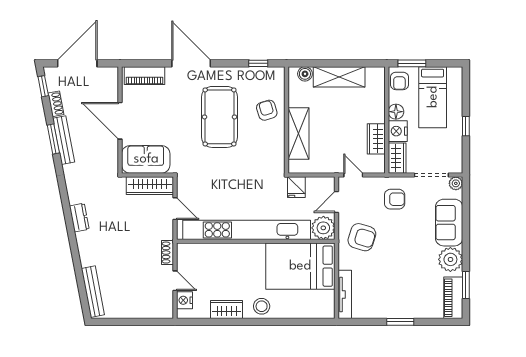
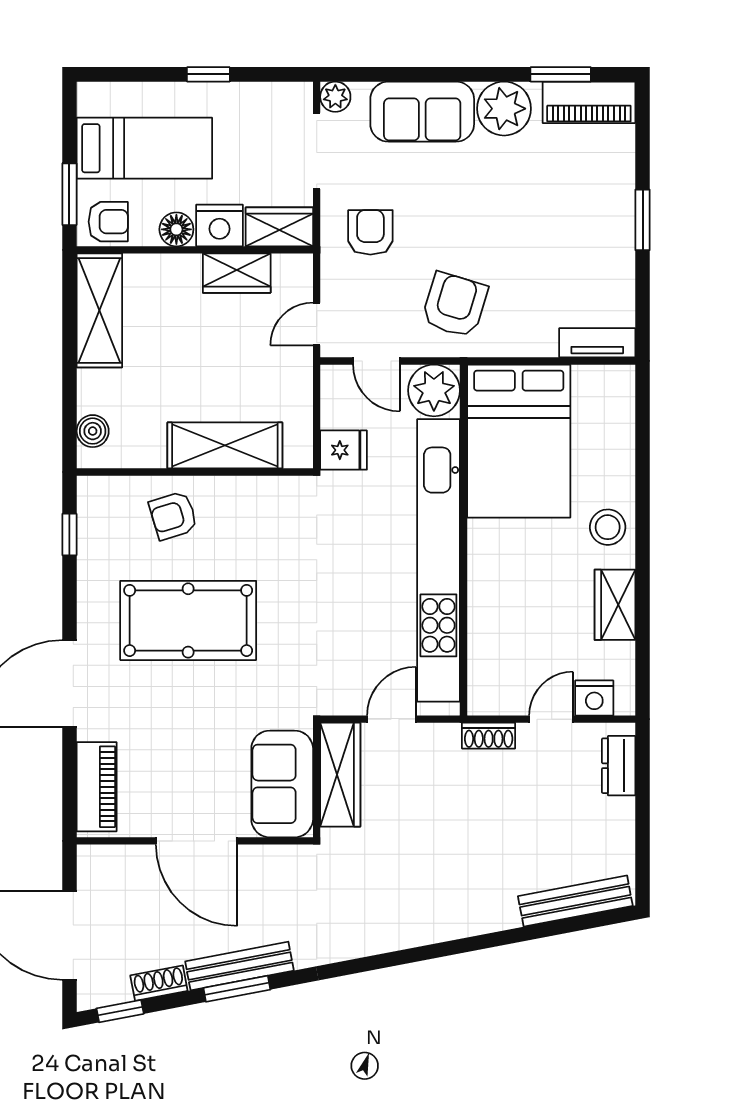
shelving: (339, 77) -> (99, 310), moved
door: (120, 121) -> (197, 841), hinge flipped
dresser: (79, 218) -> (619, 766), moved, turned -79
tv unit: (345, 294) -> (597, 343), width x0.71

